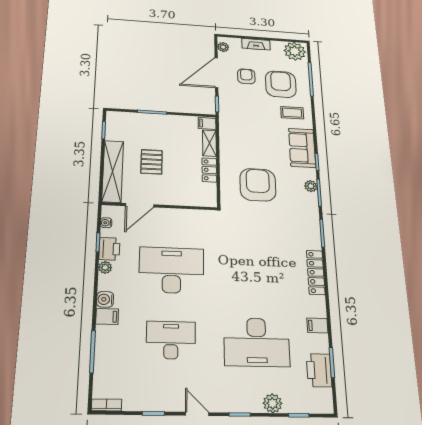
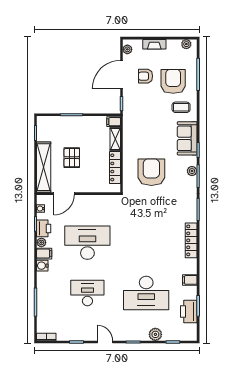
plant: (295, 51) -> (186, 44), width x0.53, depth x0.53
armchair: (246, 76) -> (145, 76), turned -90
locker: (209, 170) -> (115, 167), width x1.53
filing cabinet: (107, 316) -> (44, 254), moved

